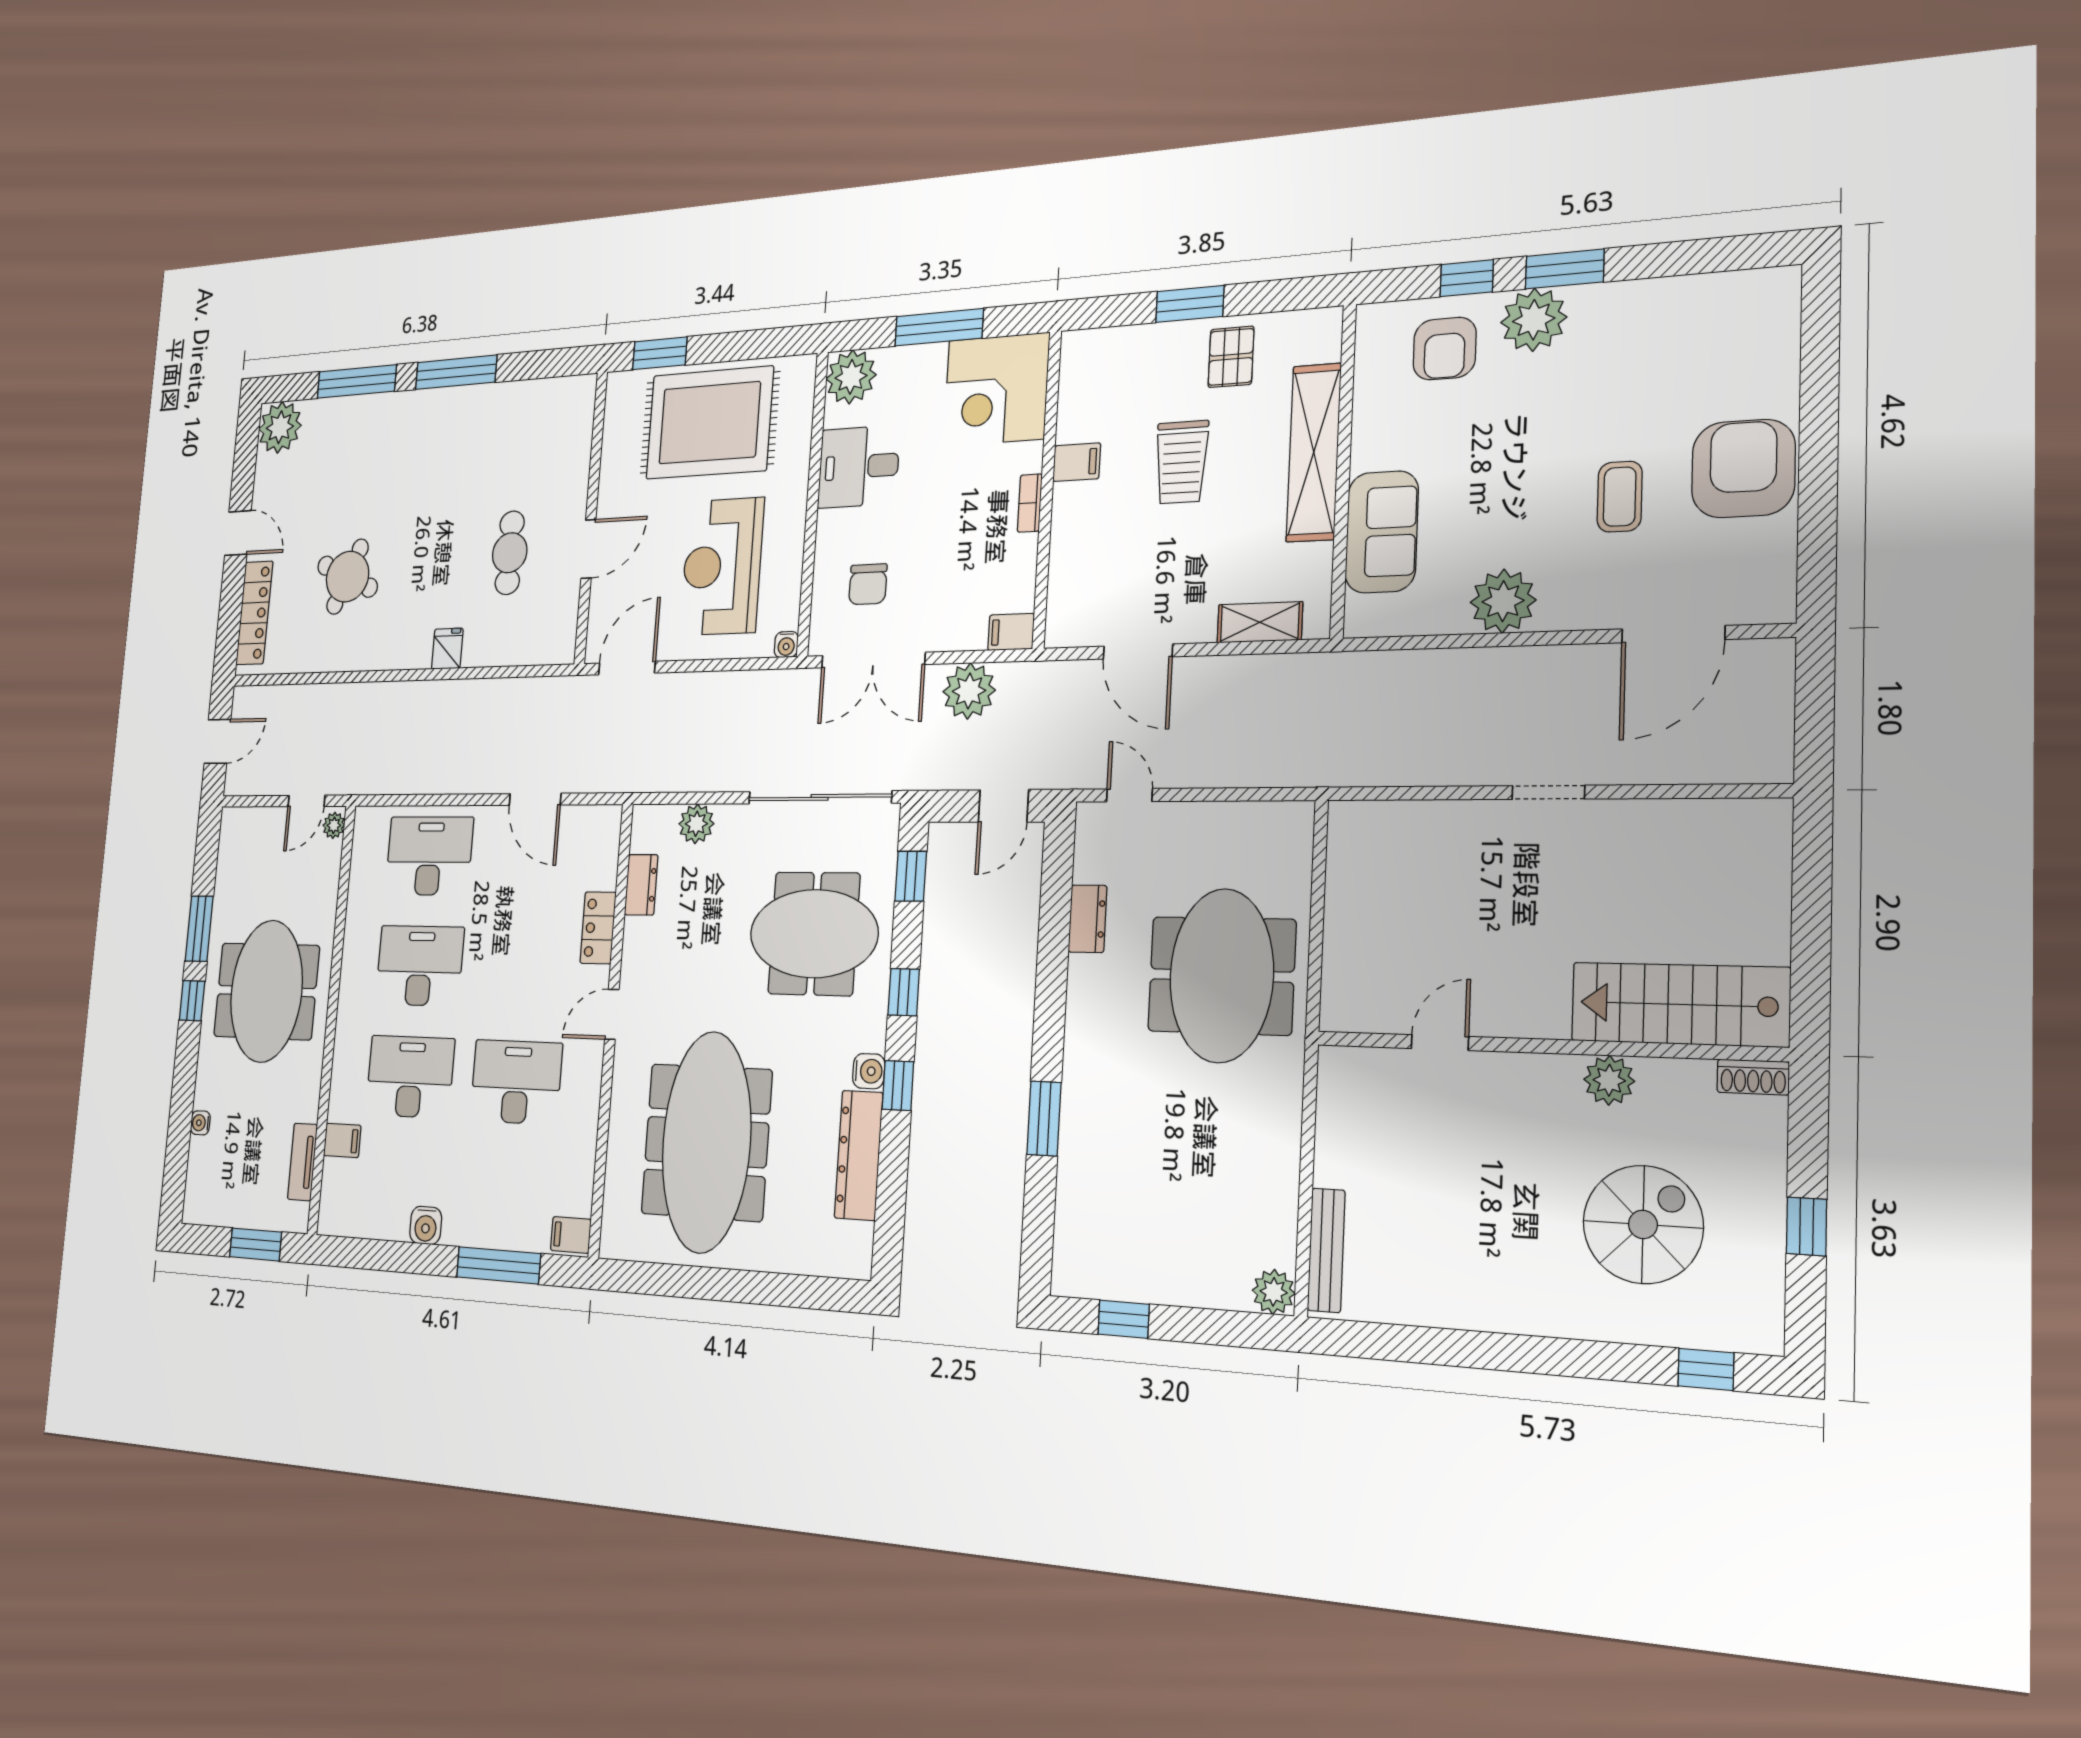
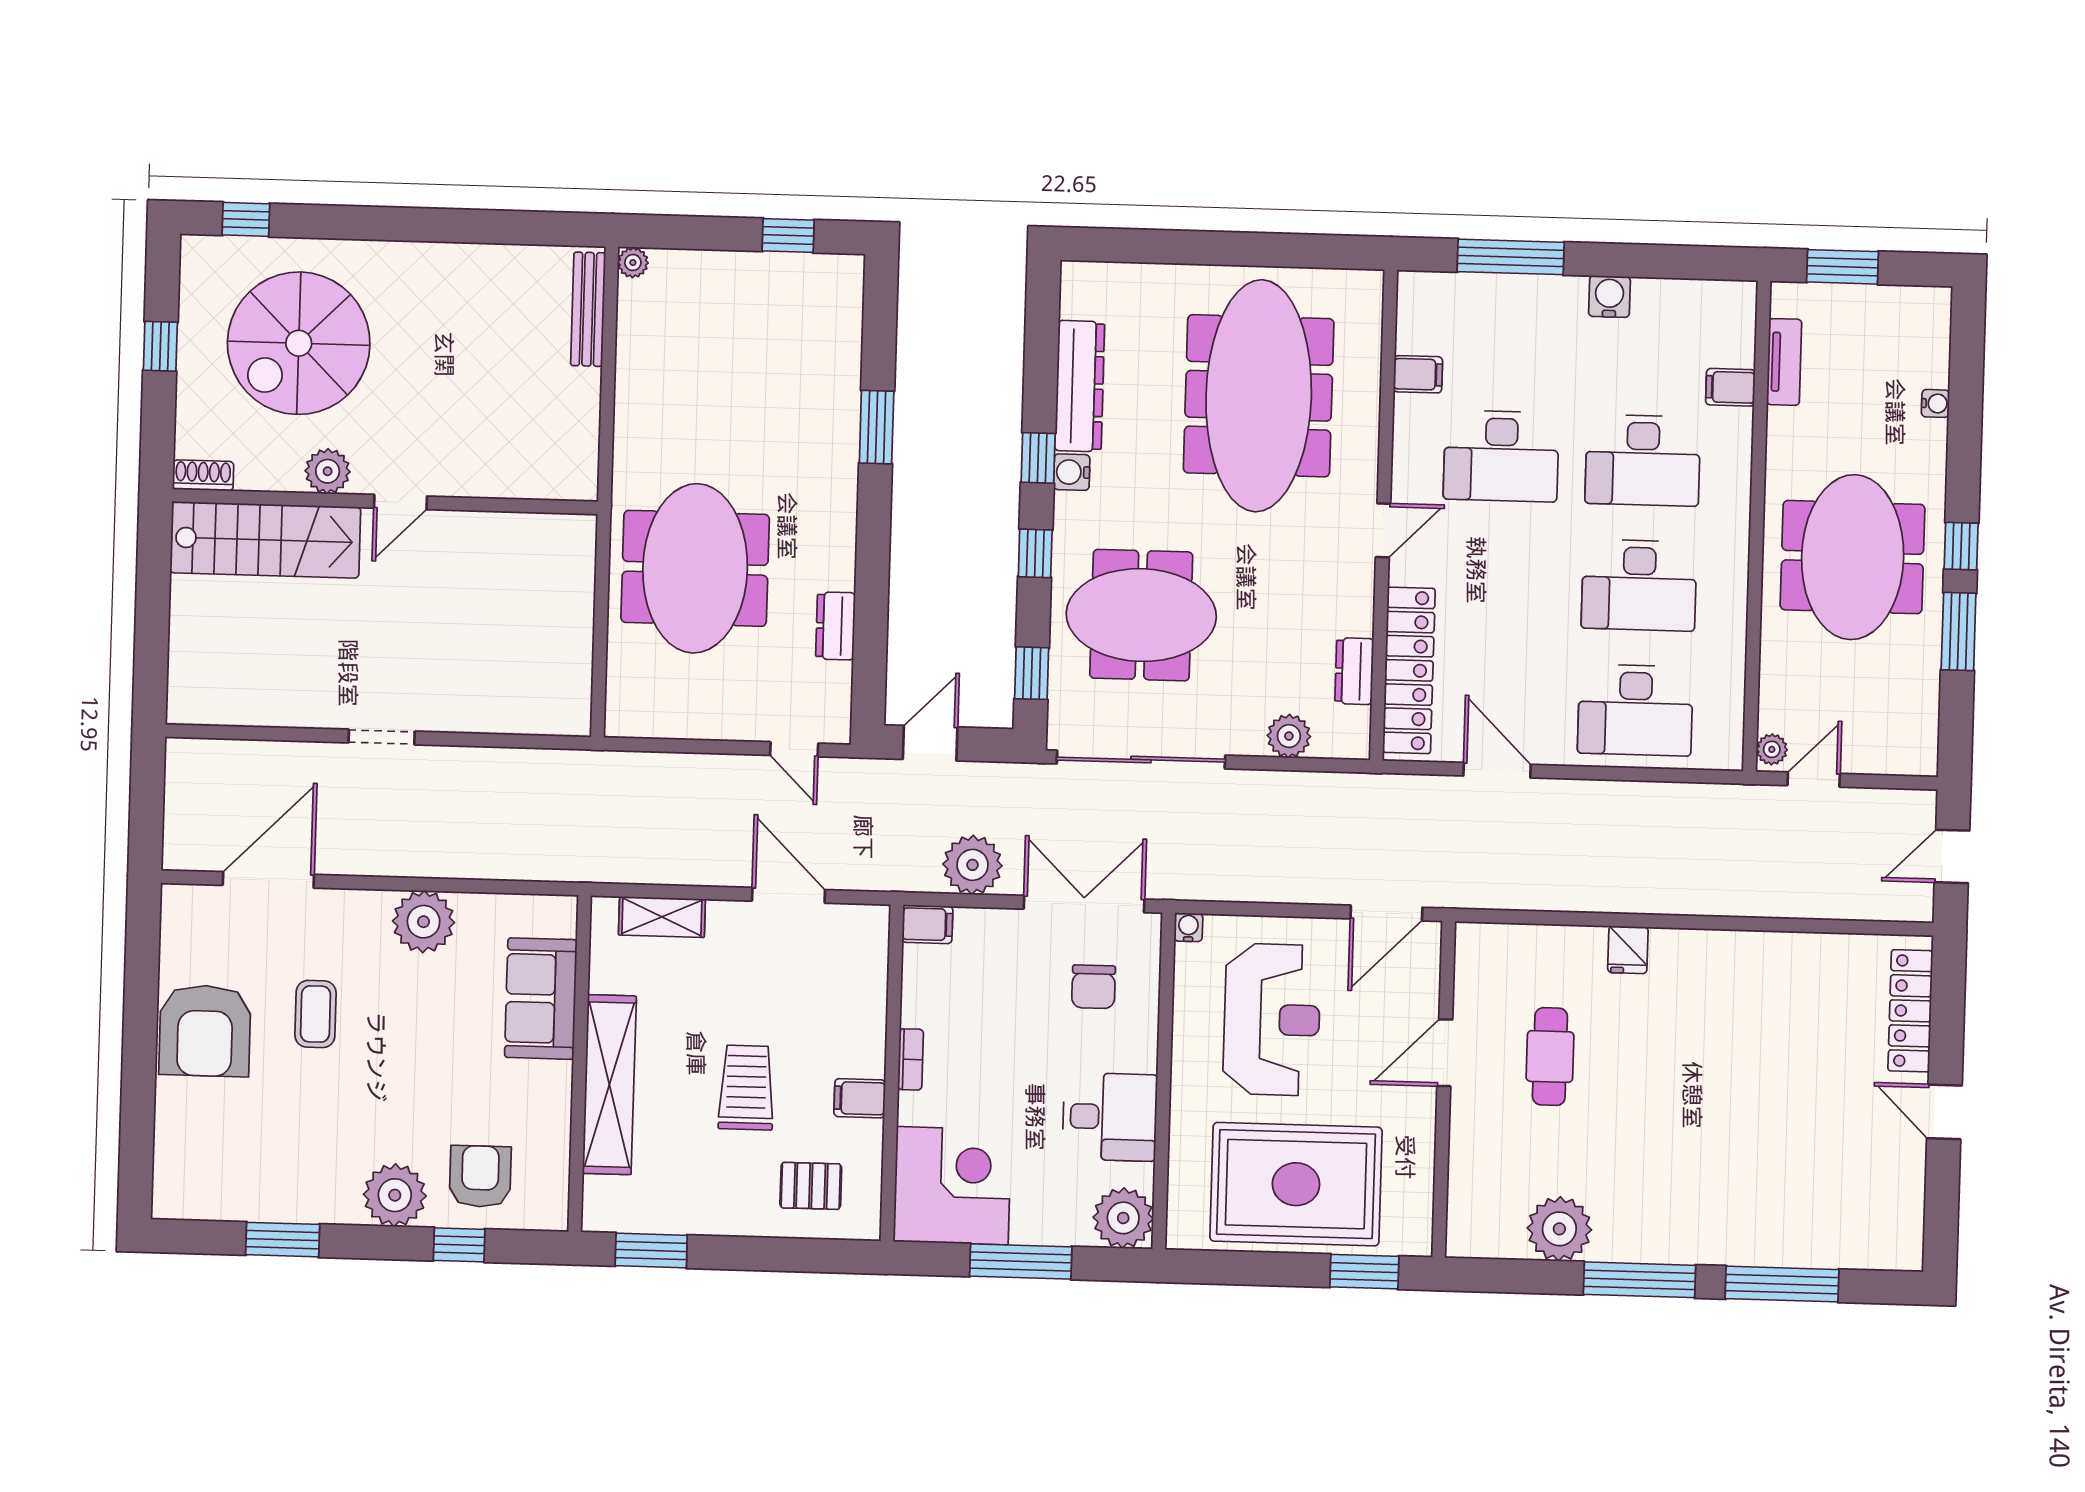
window: (1565, 269) -> (283, 1240), moved
window: (1190, 304) -> (651, 1251), moved
pallet: (1231, 357) -> (811, 1186), moved, turned 90
plant: (280, 427) -> (1559, 1229), moved
round table: (348, 577) -> (1776, 1045), removed
chair: (868, 584) -> (1093, 987), turned 180
locker: (598, 928) -> (1409, 670), width x2.16, depth x1.21
door: (1440, 1043) -> (401, 502), moved
spiral stairs: (1643, 1224) -> (299, 343), width x1.37, depth x1.37
filing cabinet: (571, 1235) -> (1418, 374), moved
plant: (1274, 1292) -> (633, 263), width x0.73, depth x0.73

